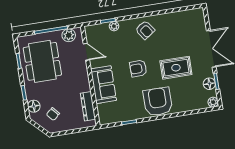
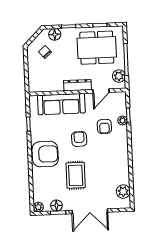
plant: (187, 17) -> (123, 192), added
armchair: (145, 30) -> (104, 126), moved, turned -55
sofa: (104, 85) -> (61, 104), width x1.36
dresser: (88, 106) -> (78, 85), moved

